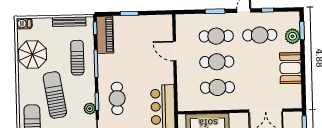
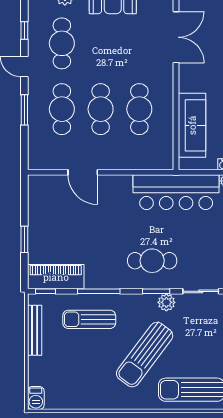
door: (175, 51) -> (83, 172), hinge flipped
parasol: (33, 54) -> (83, 387), removed
sun lounger: (55, 95) -> (145, 355), turned -44

